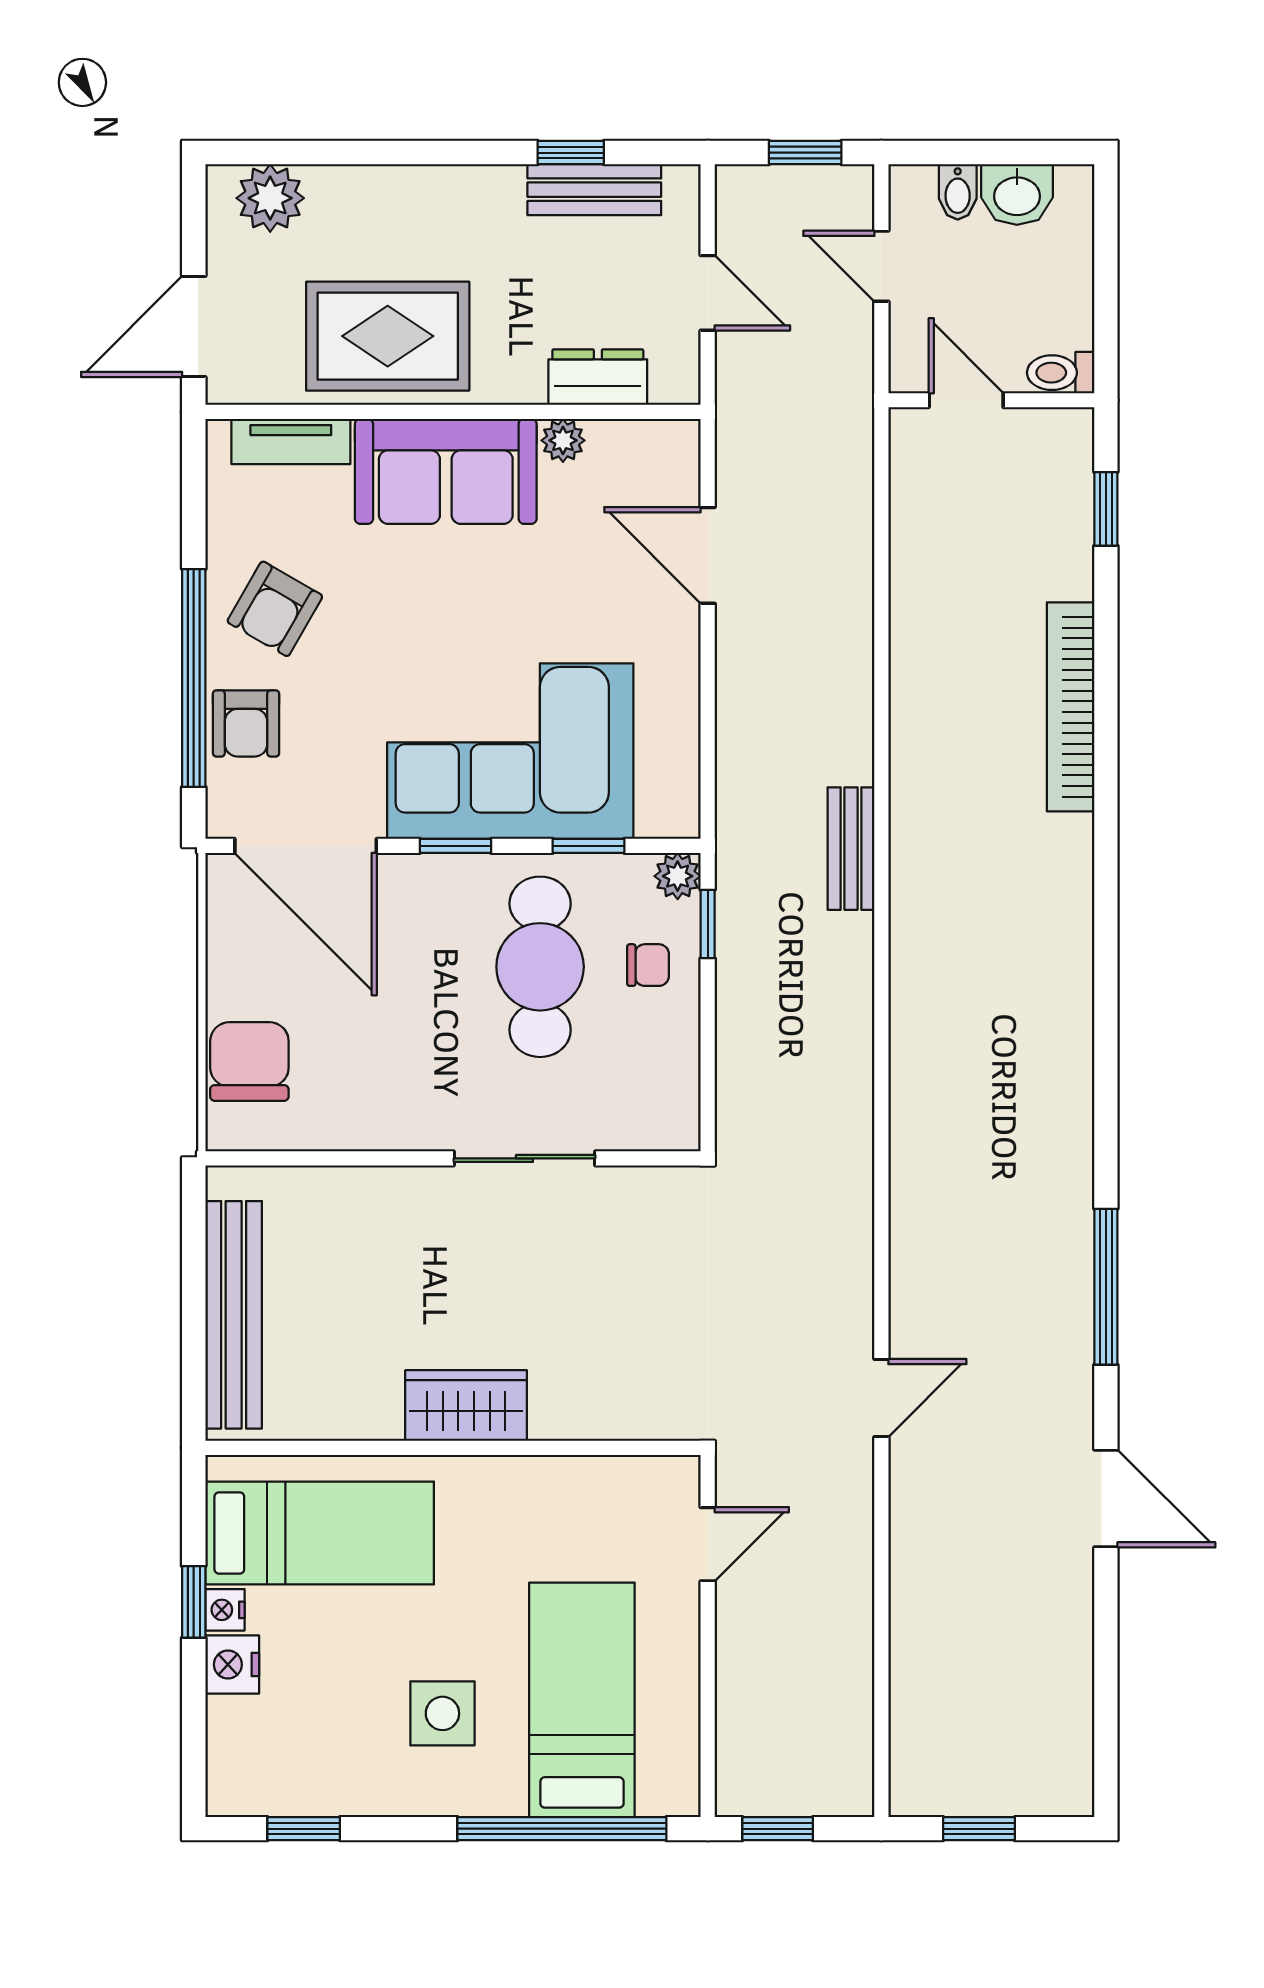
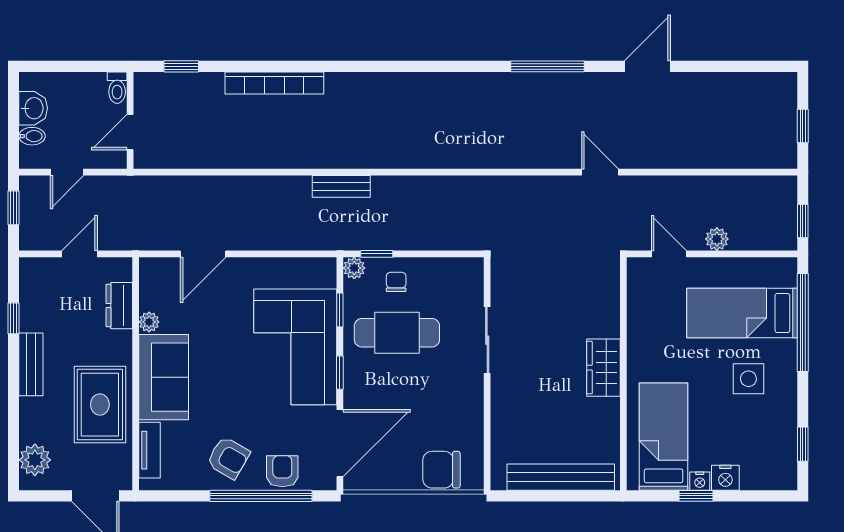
bench: (594, 190) -> (31, 364), moved
armchair: (246, 723) -> (282, 471), turned -90
plant: (739, 1646) -> (717, 239), added

